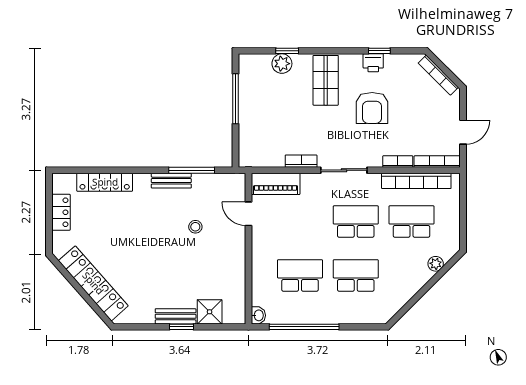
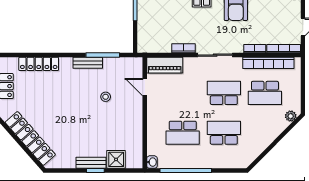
school desk: (411, 222) -> (265, 93), turned 180
plant: (436, 264) -> (291, 116), moved
school desk: (300, 276) -> (183, 133), turned 180

